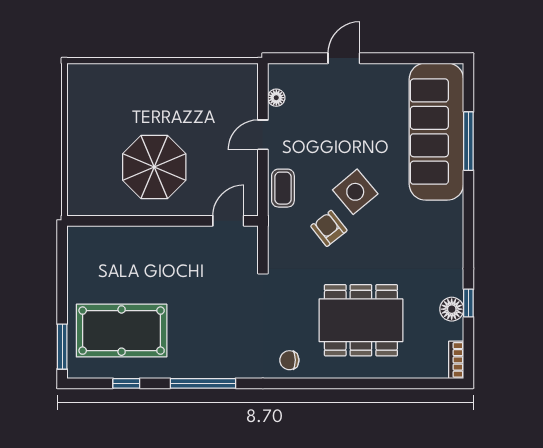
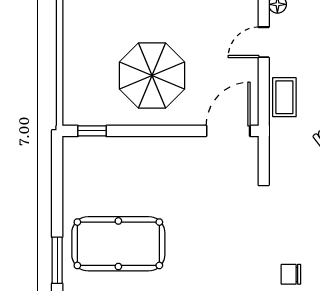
window: (96, 221) -> (92, 131), added
door: (228, 221) -> (228, 131), width x1.38

